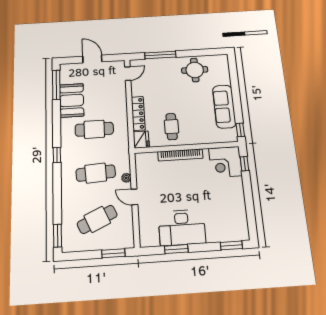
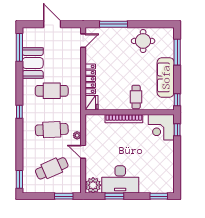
window: (234, 79) -> (177, 52), added
cafe table: (172, 127) -> (136, 97), moved
plant: (149, 237) -> (93, 185), added

